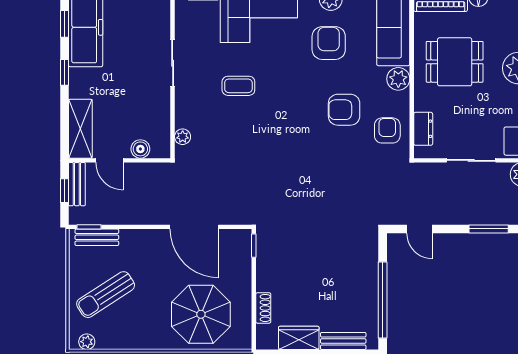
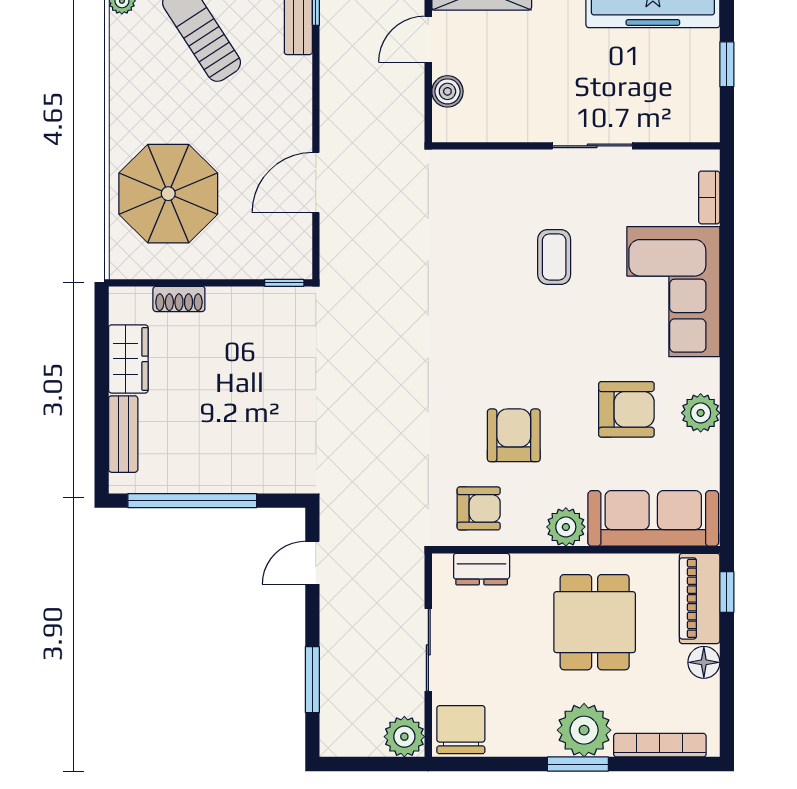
plant: (183, 137) -> (468, 163), removed
door: (194, 227) -> (316, 182), width x0.73

